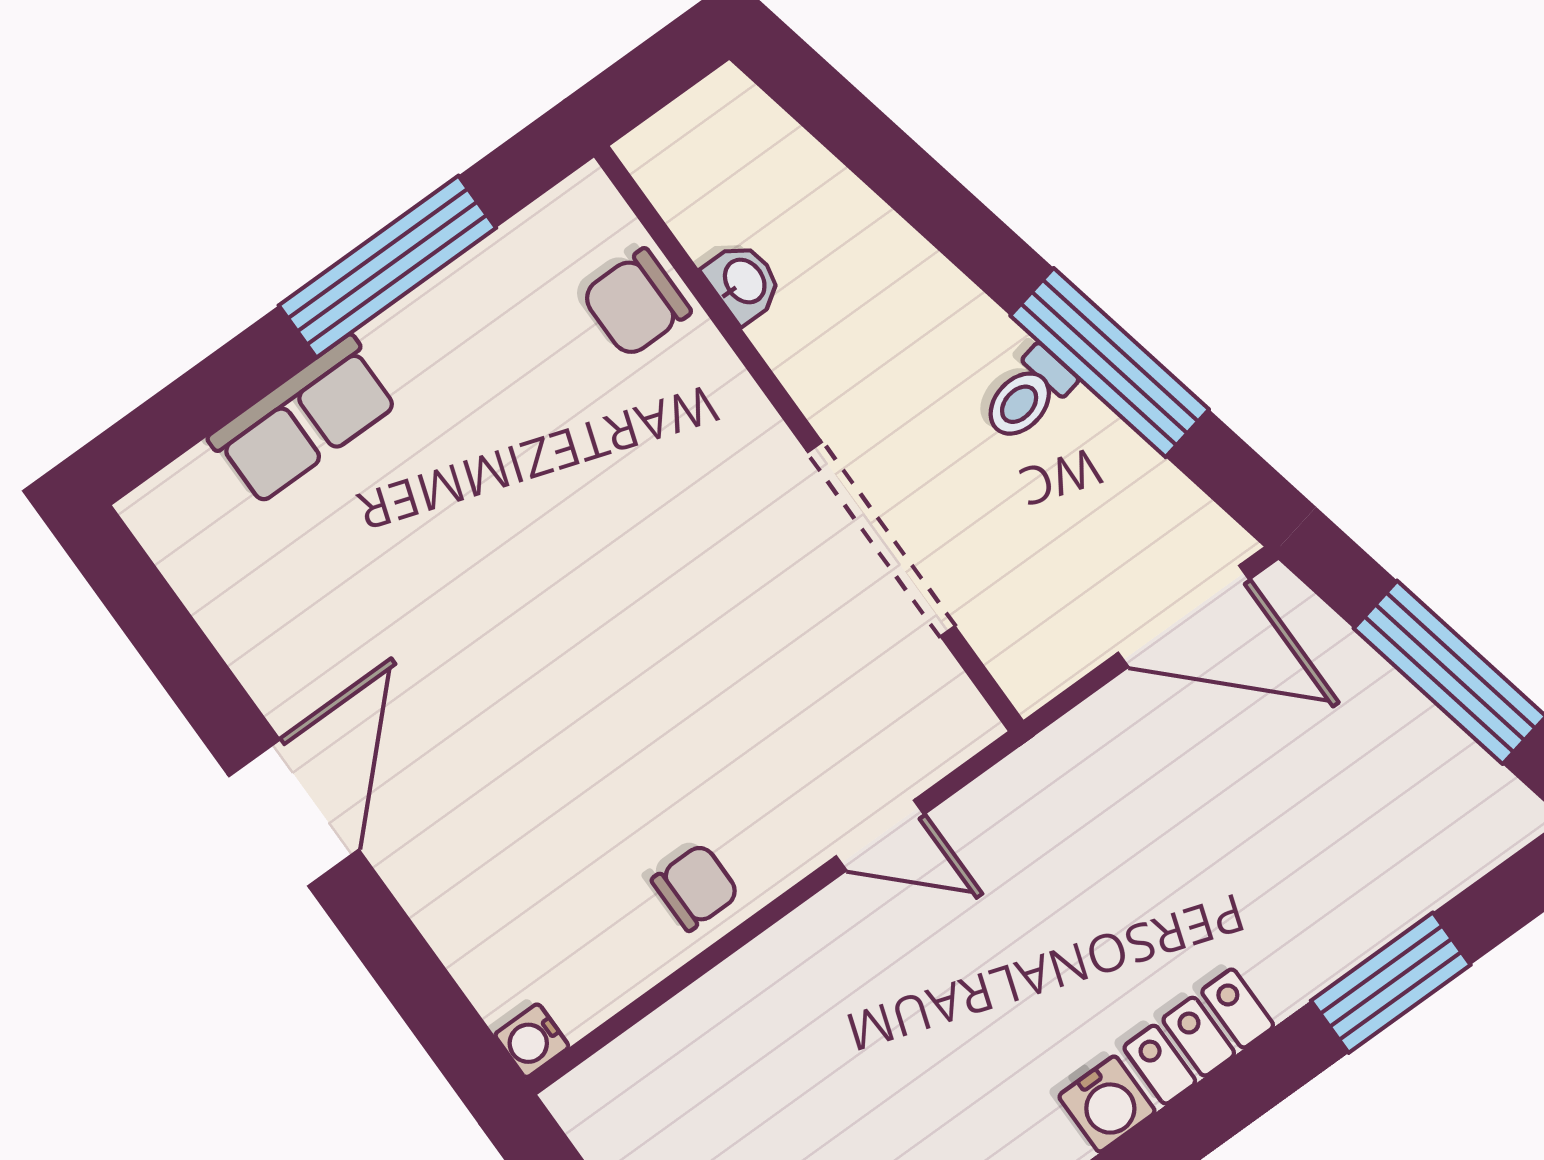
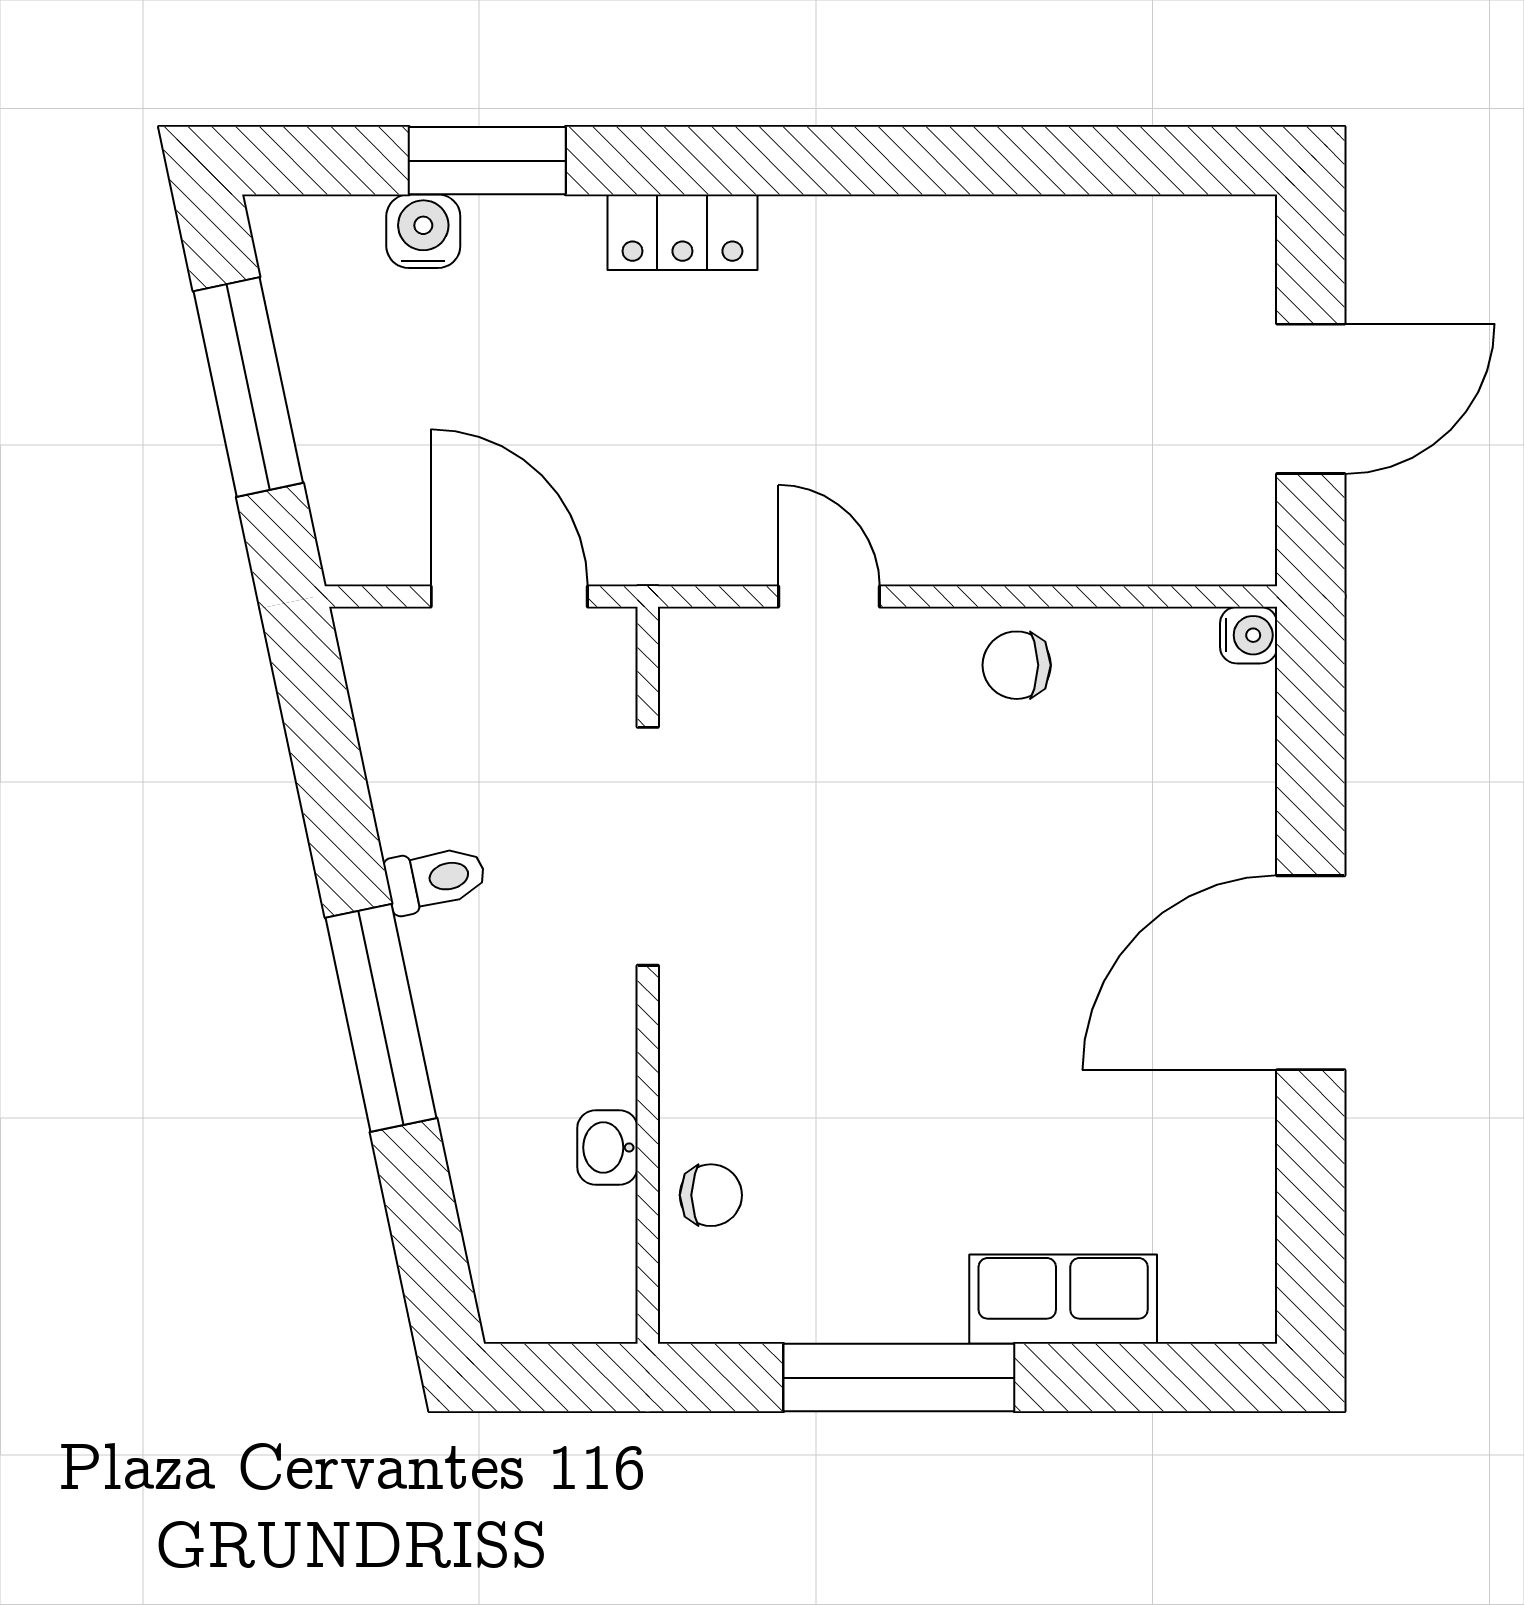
chair: (636, 303) -> (711, 1195), width x0.73, depth x0.73
window: (1110, 363) -> (381, 1018), moved
door: (1184, 616) -> (509, 597), moved
door: (294, 813) -> (1311, 973), width x1.36
water cooler: (1107, 1104) -> (423, 231), moved

